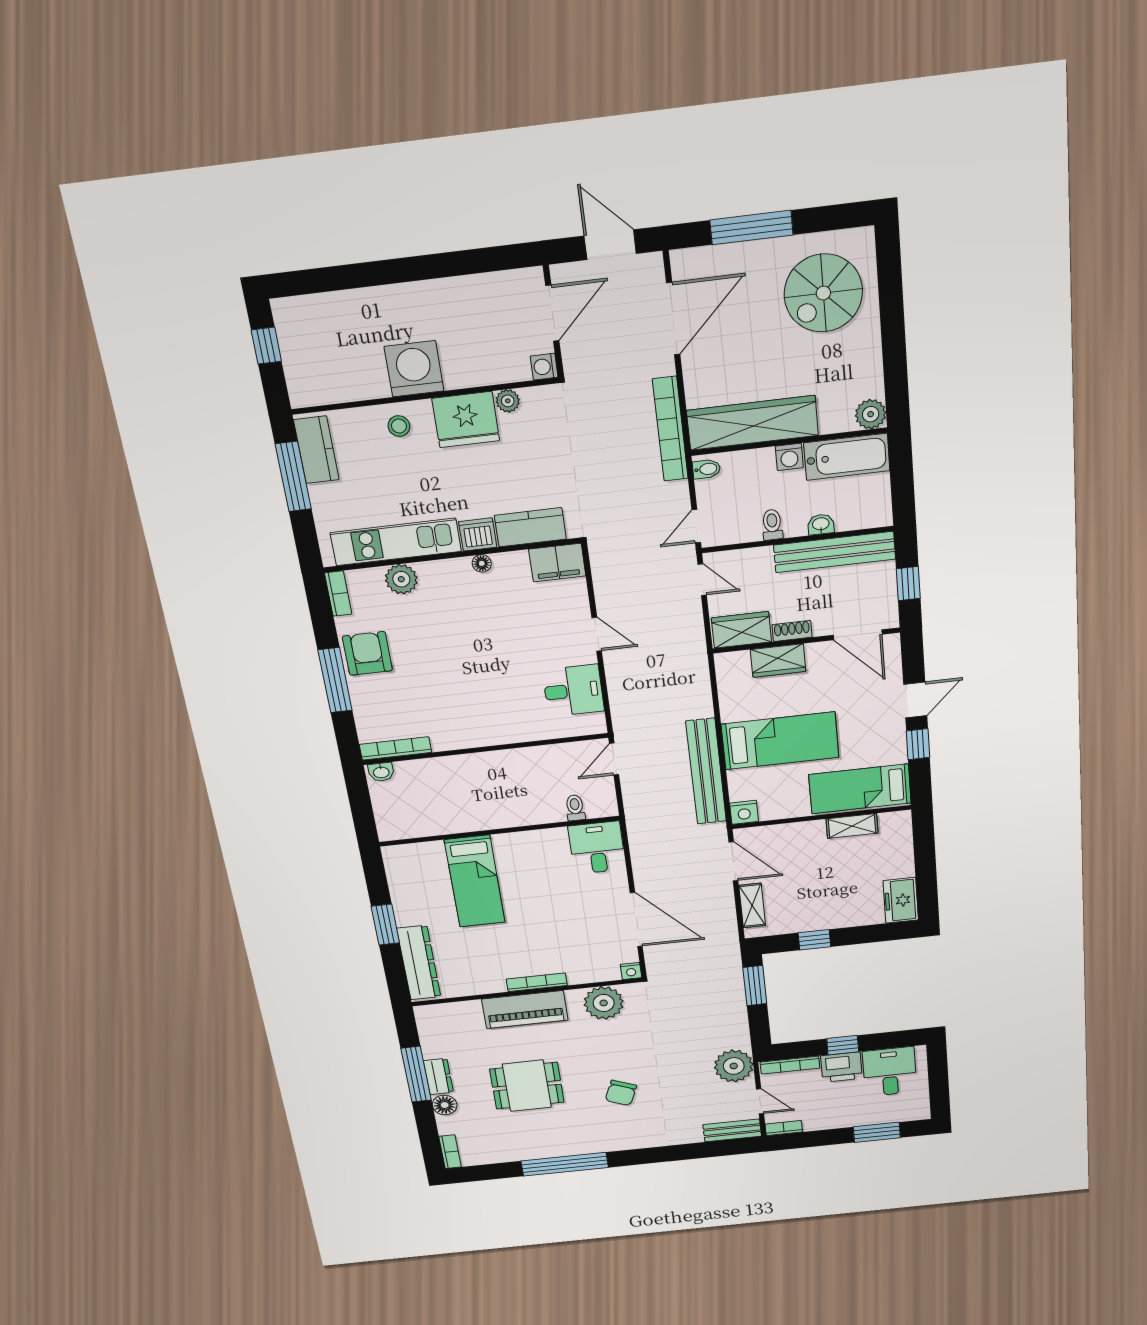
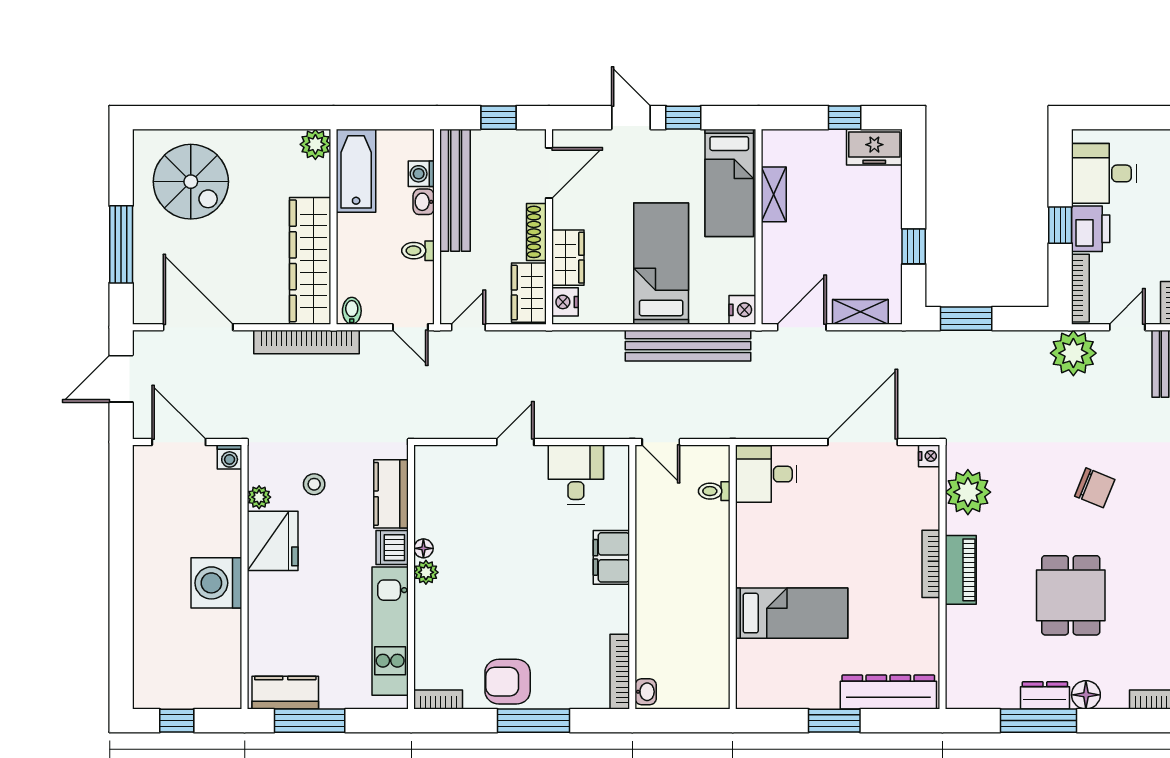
stool: (399, 426) -> (314, 484), moved
washing machine: (789, 457) -> (421, 174), moved, turned 180
filing cabinet: (557, 563) -> (611, 557), moved, turned 180
plant: (401, 579) -> (426, 572), moved, width x0.73, depth x0.73
shoe rack: (792, 631) -> (536, 232), width x1.43
nightstand: (736, 663) -> (565, 302), added
window: (926, 874) -> (845, 118), added
piano: (525, 1010) -> (961, 570), width x0.73, depth x0.75

